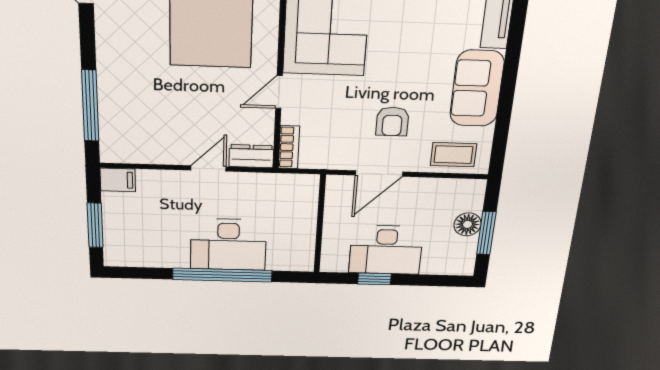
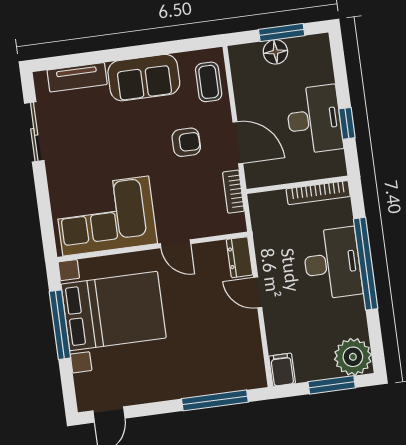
bookcase: (289, 147) -> (233, 192), moved, turned -90
bookcase: (307, 242) -> (318, 193), added
plant: (124, 249) -> (353, 357), added

